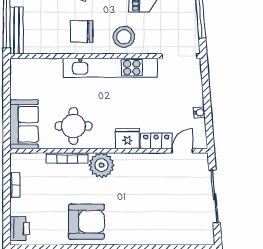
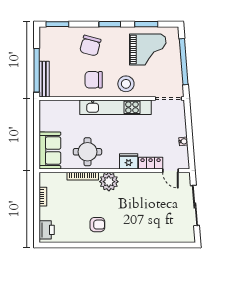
door: (182, 151) -> (170, 171), swing flipped
armchair: (86, 222) -> (97, 225), width x0.53, depth x0.53

